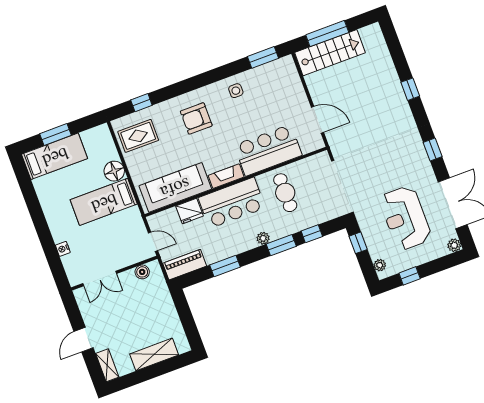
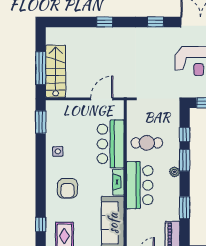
fridge: (190, 211) -> (134, 219), removed

